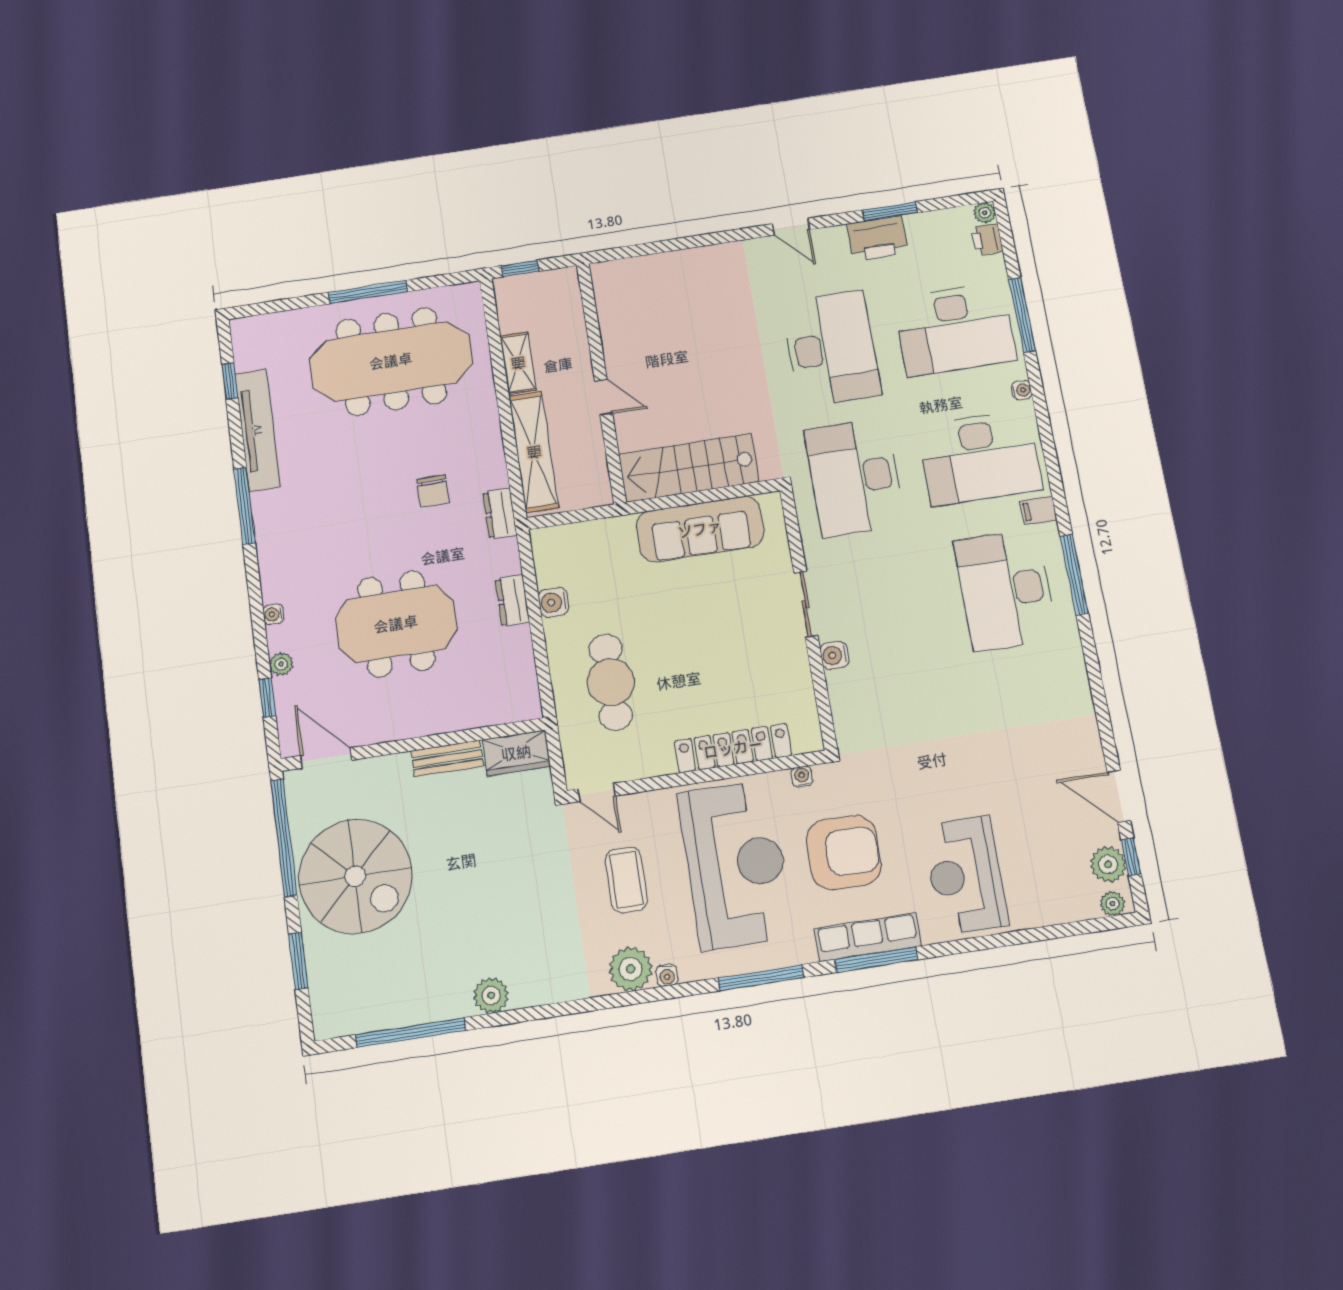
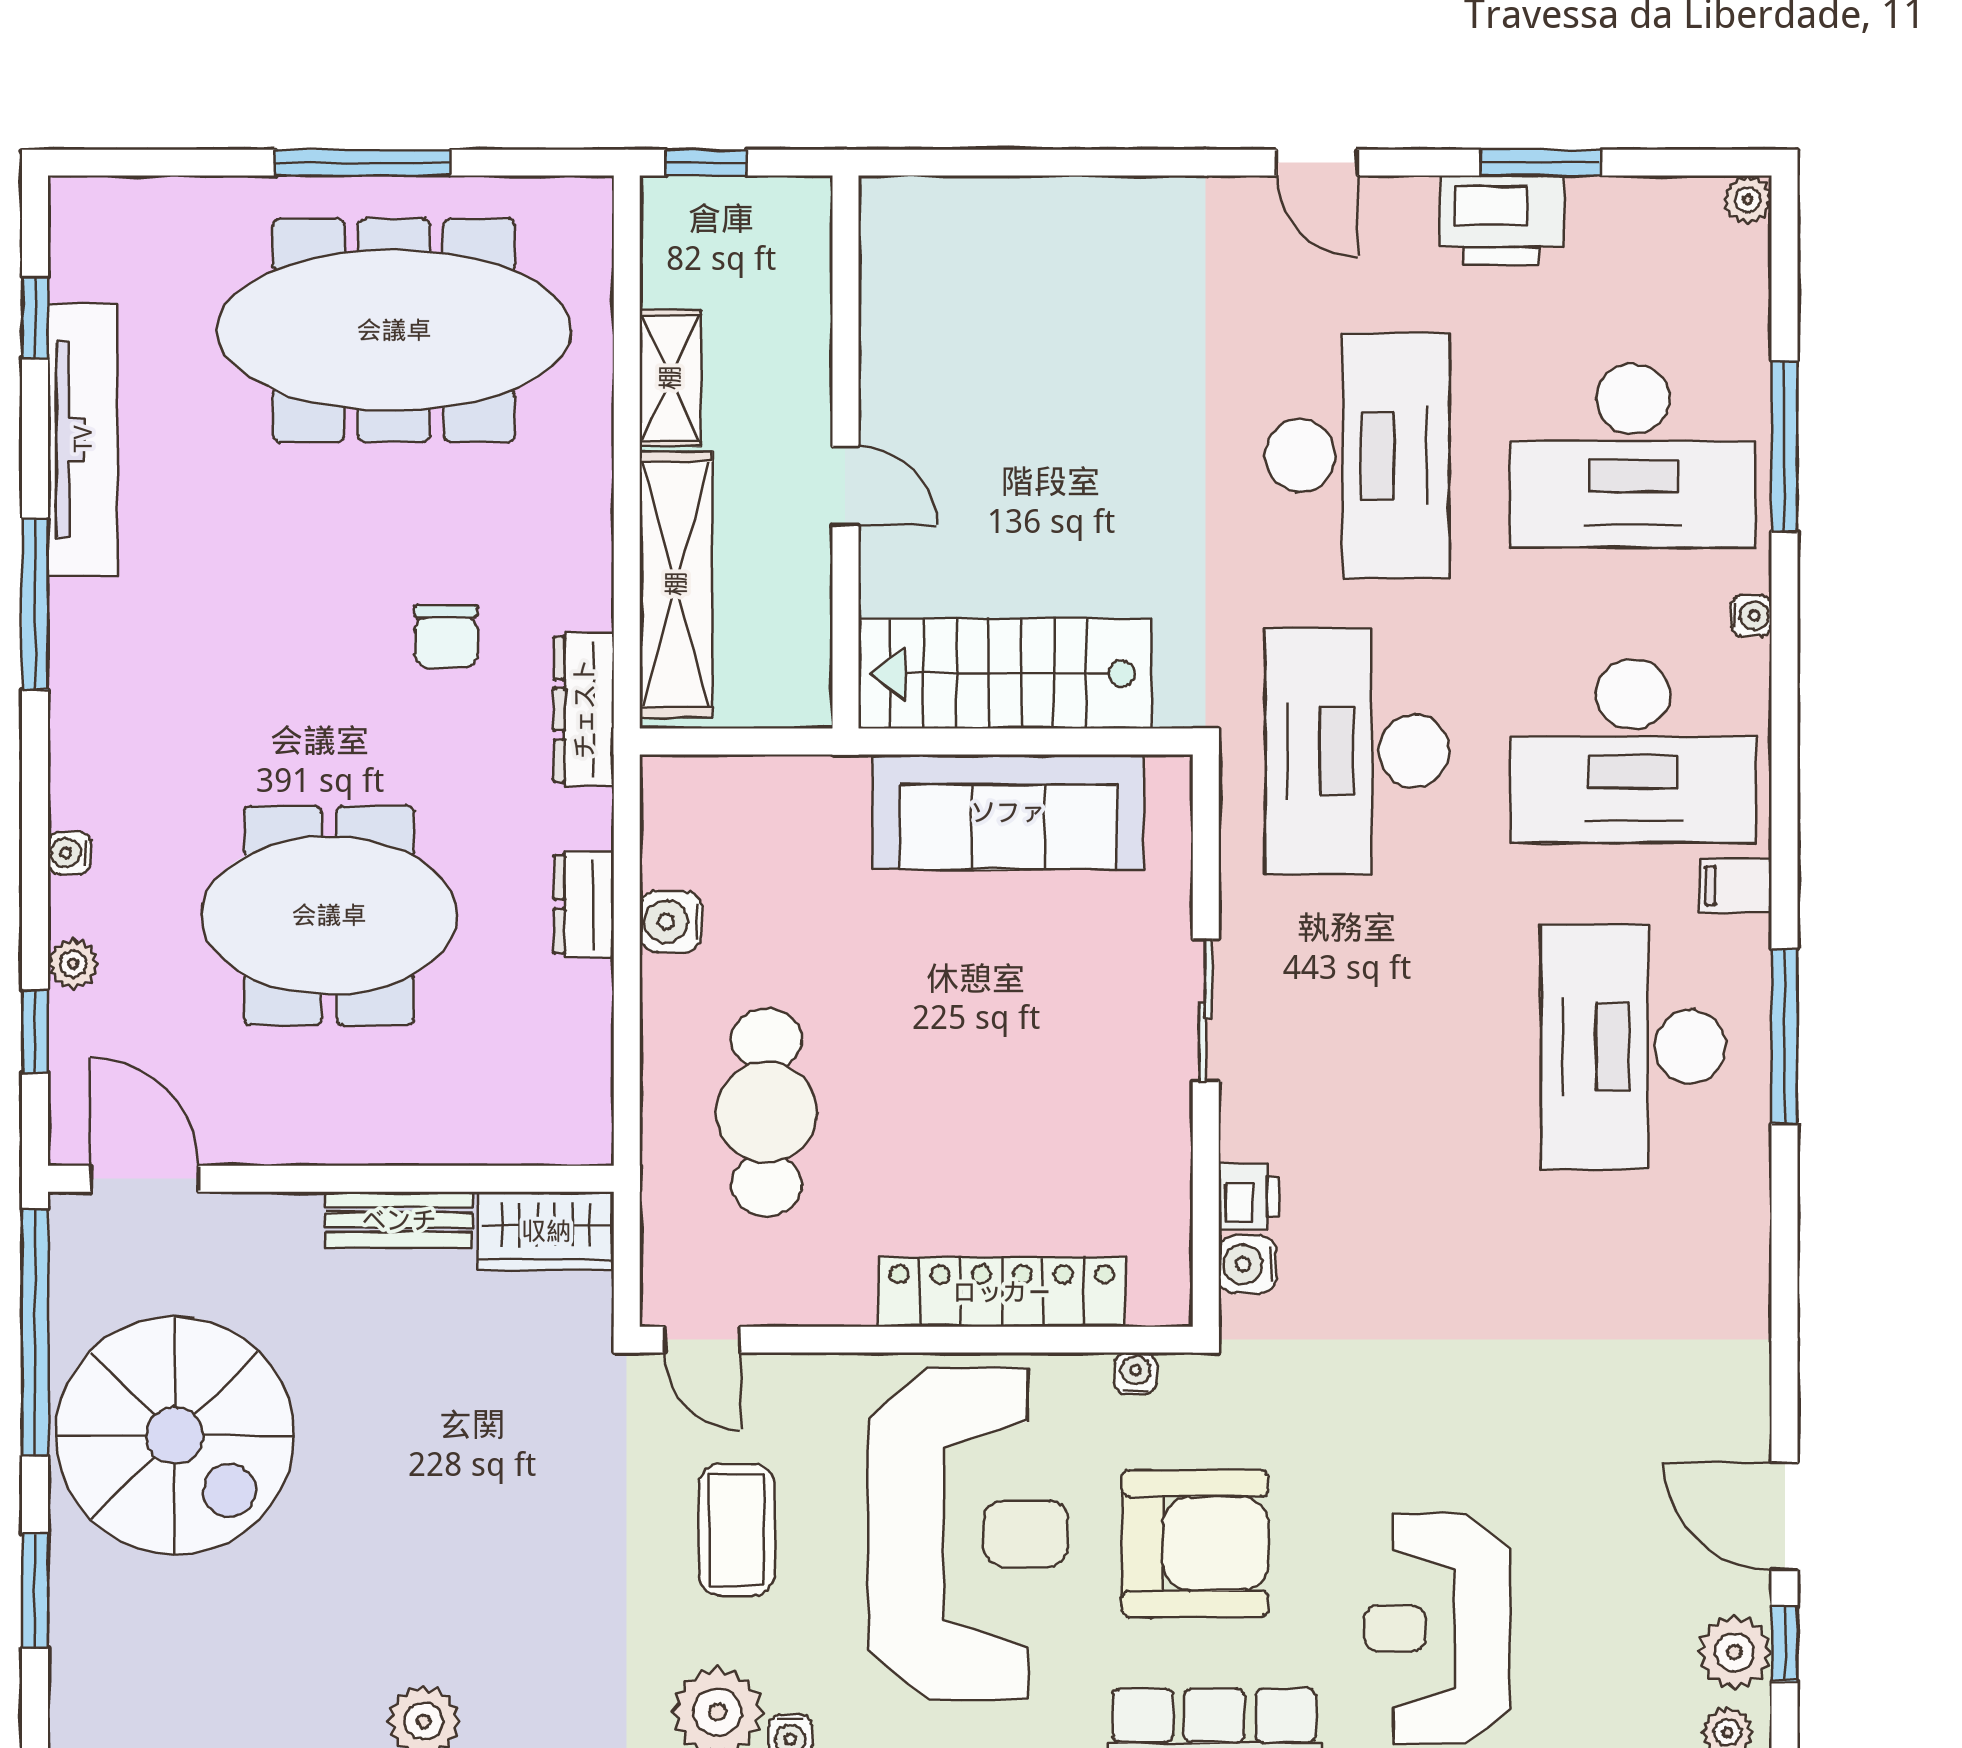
printer: (987, 240) -> (1249, 1197), moved, turned 180
dresser: (500, 513) -> (584, 709), width x1.44
water cooler: (834, 655) -> (1247, 1264), moved

